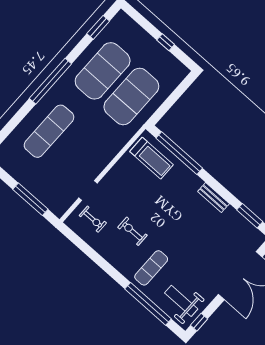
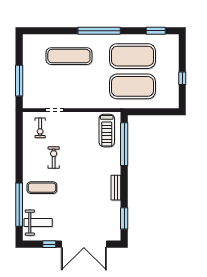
weight bench: (181, 301) -> (38, 223), turned 90
window: (199, 322) -> (49, 244), moved

